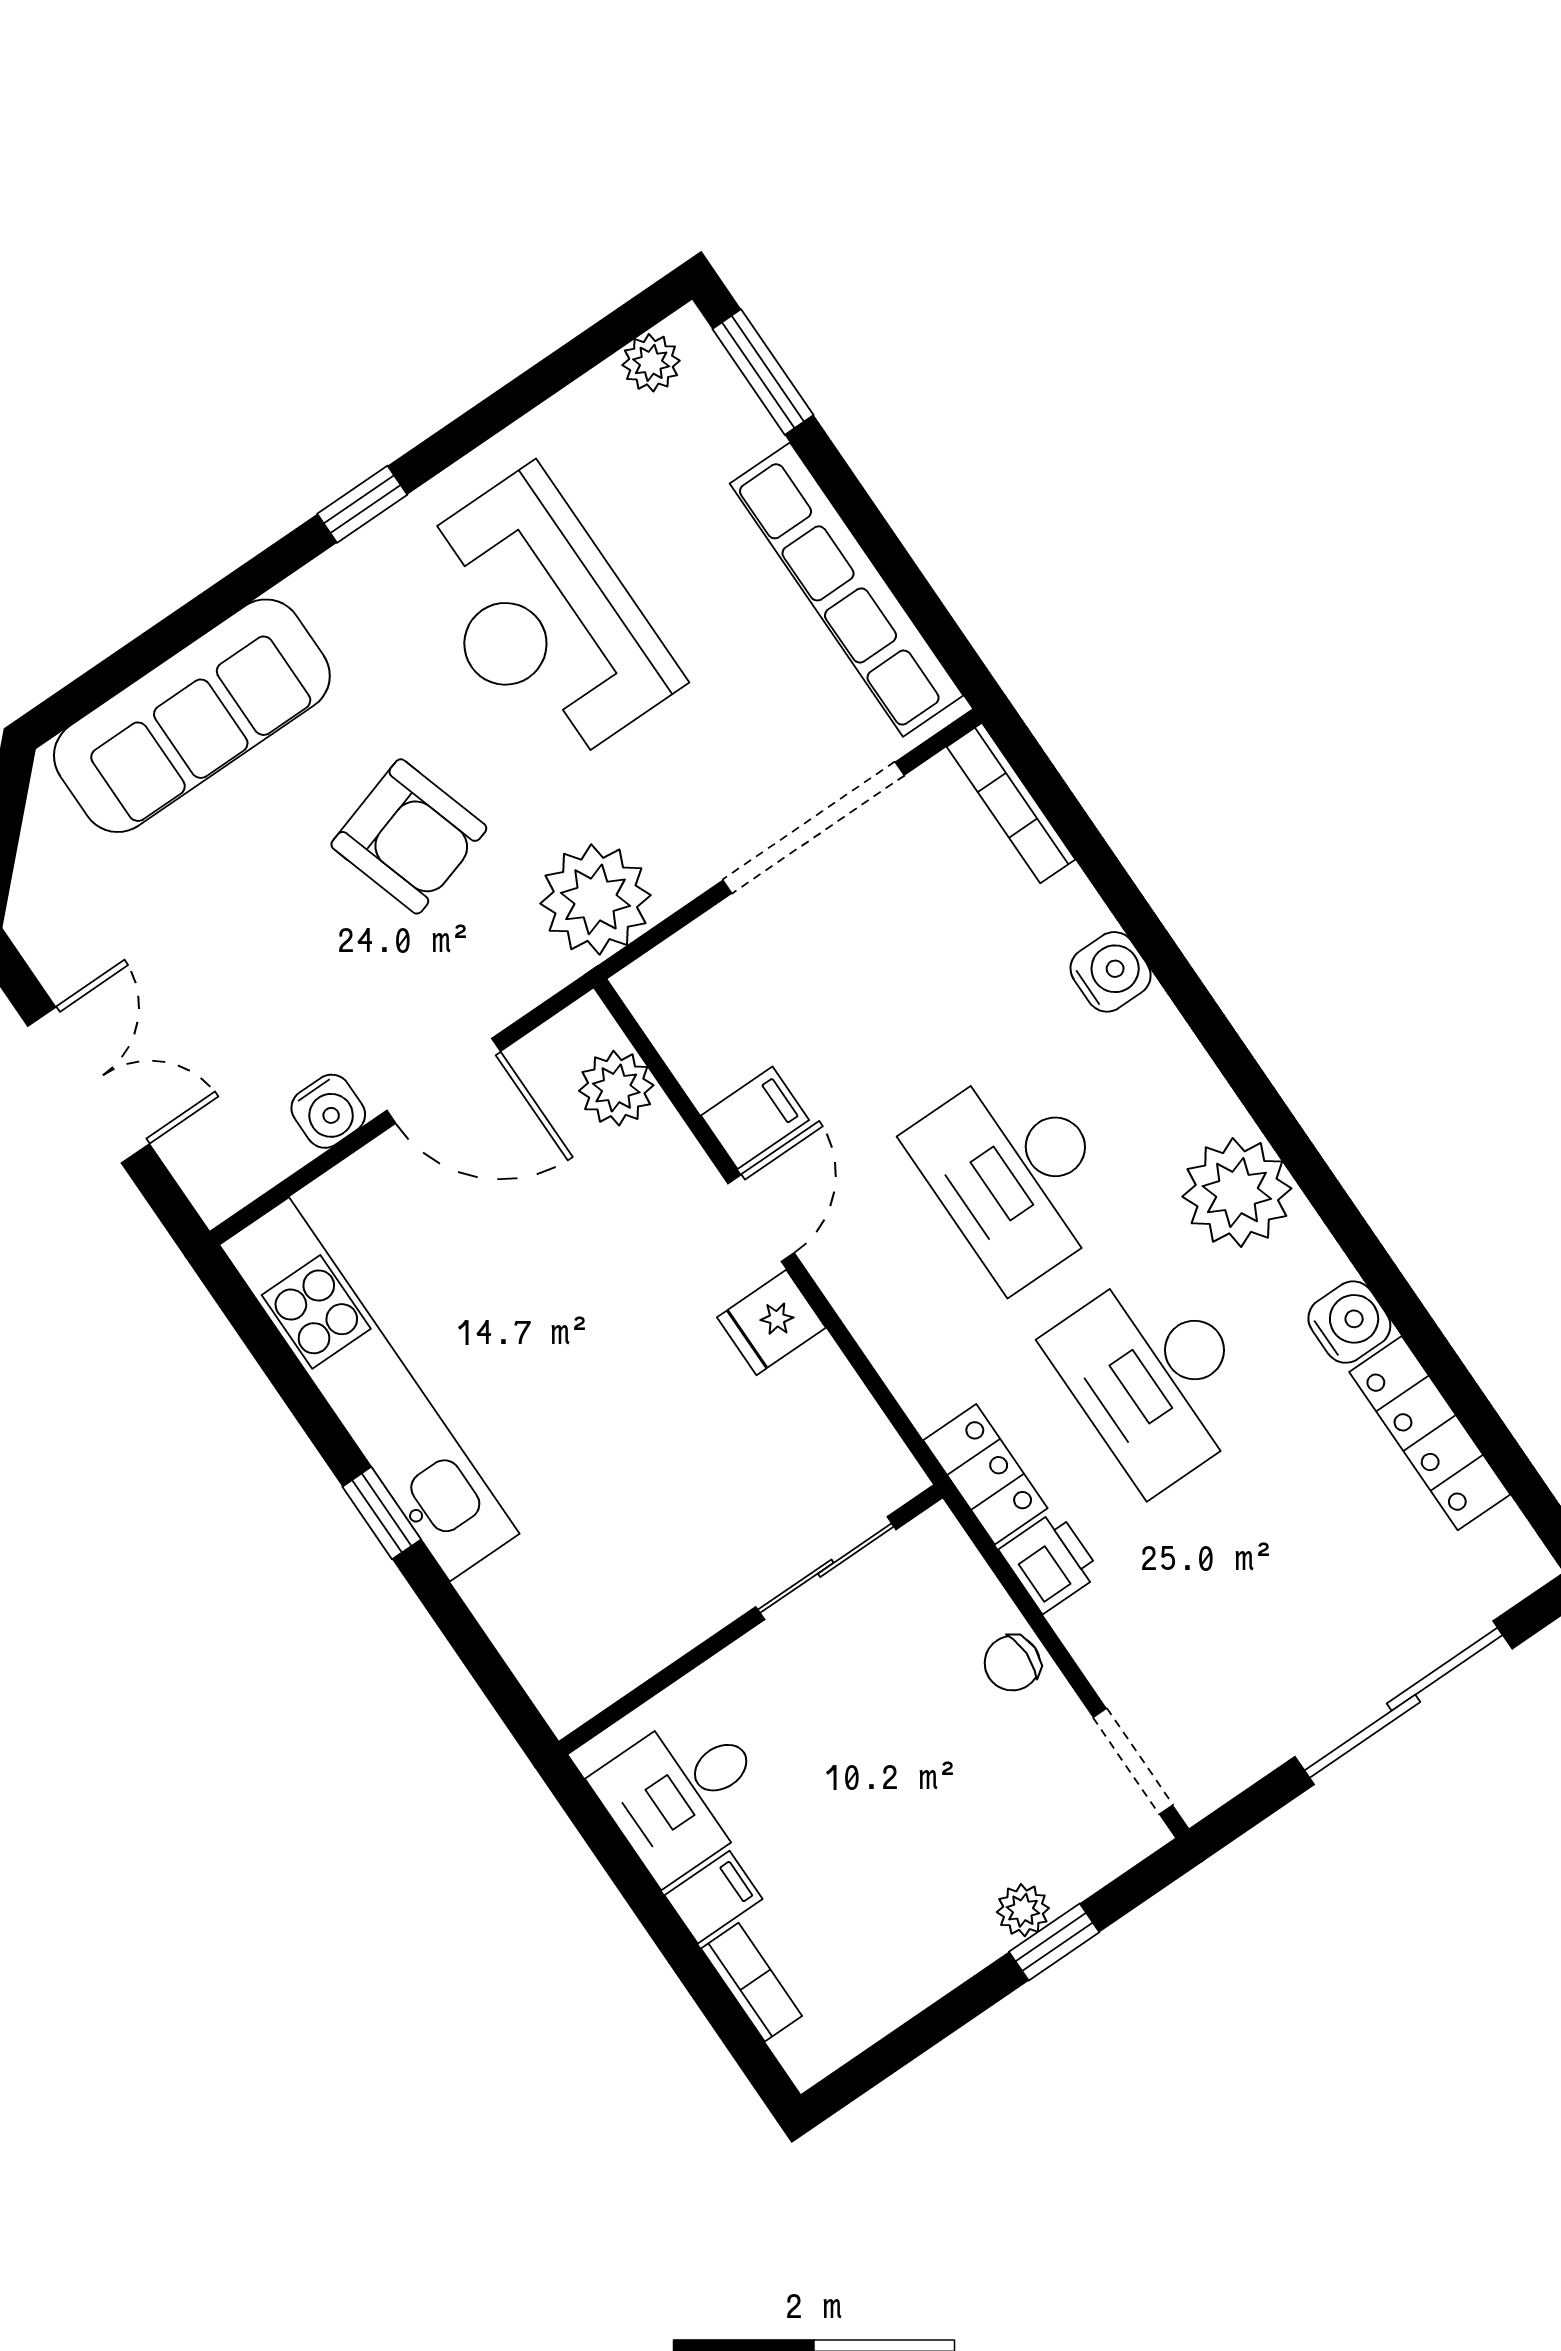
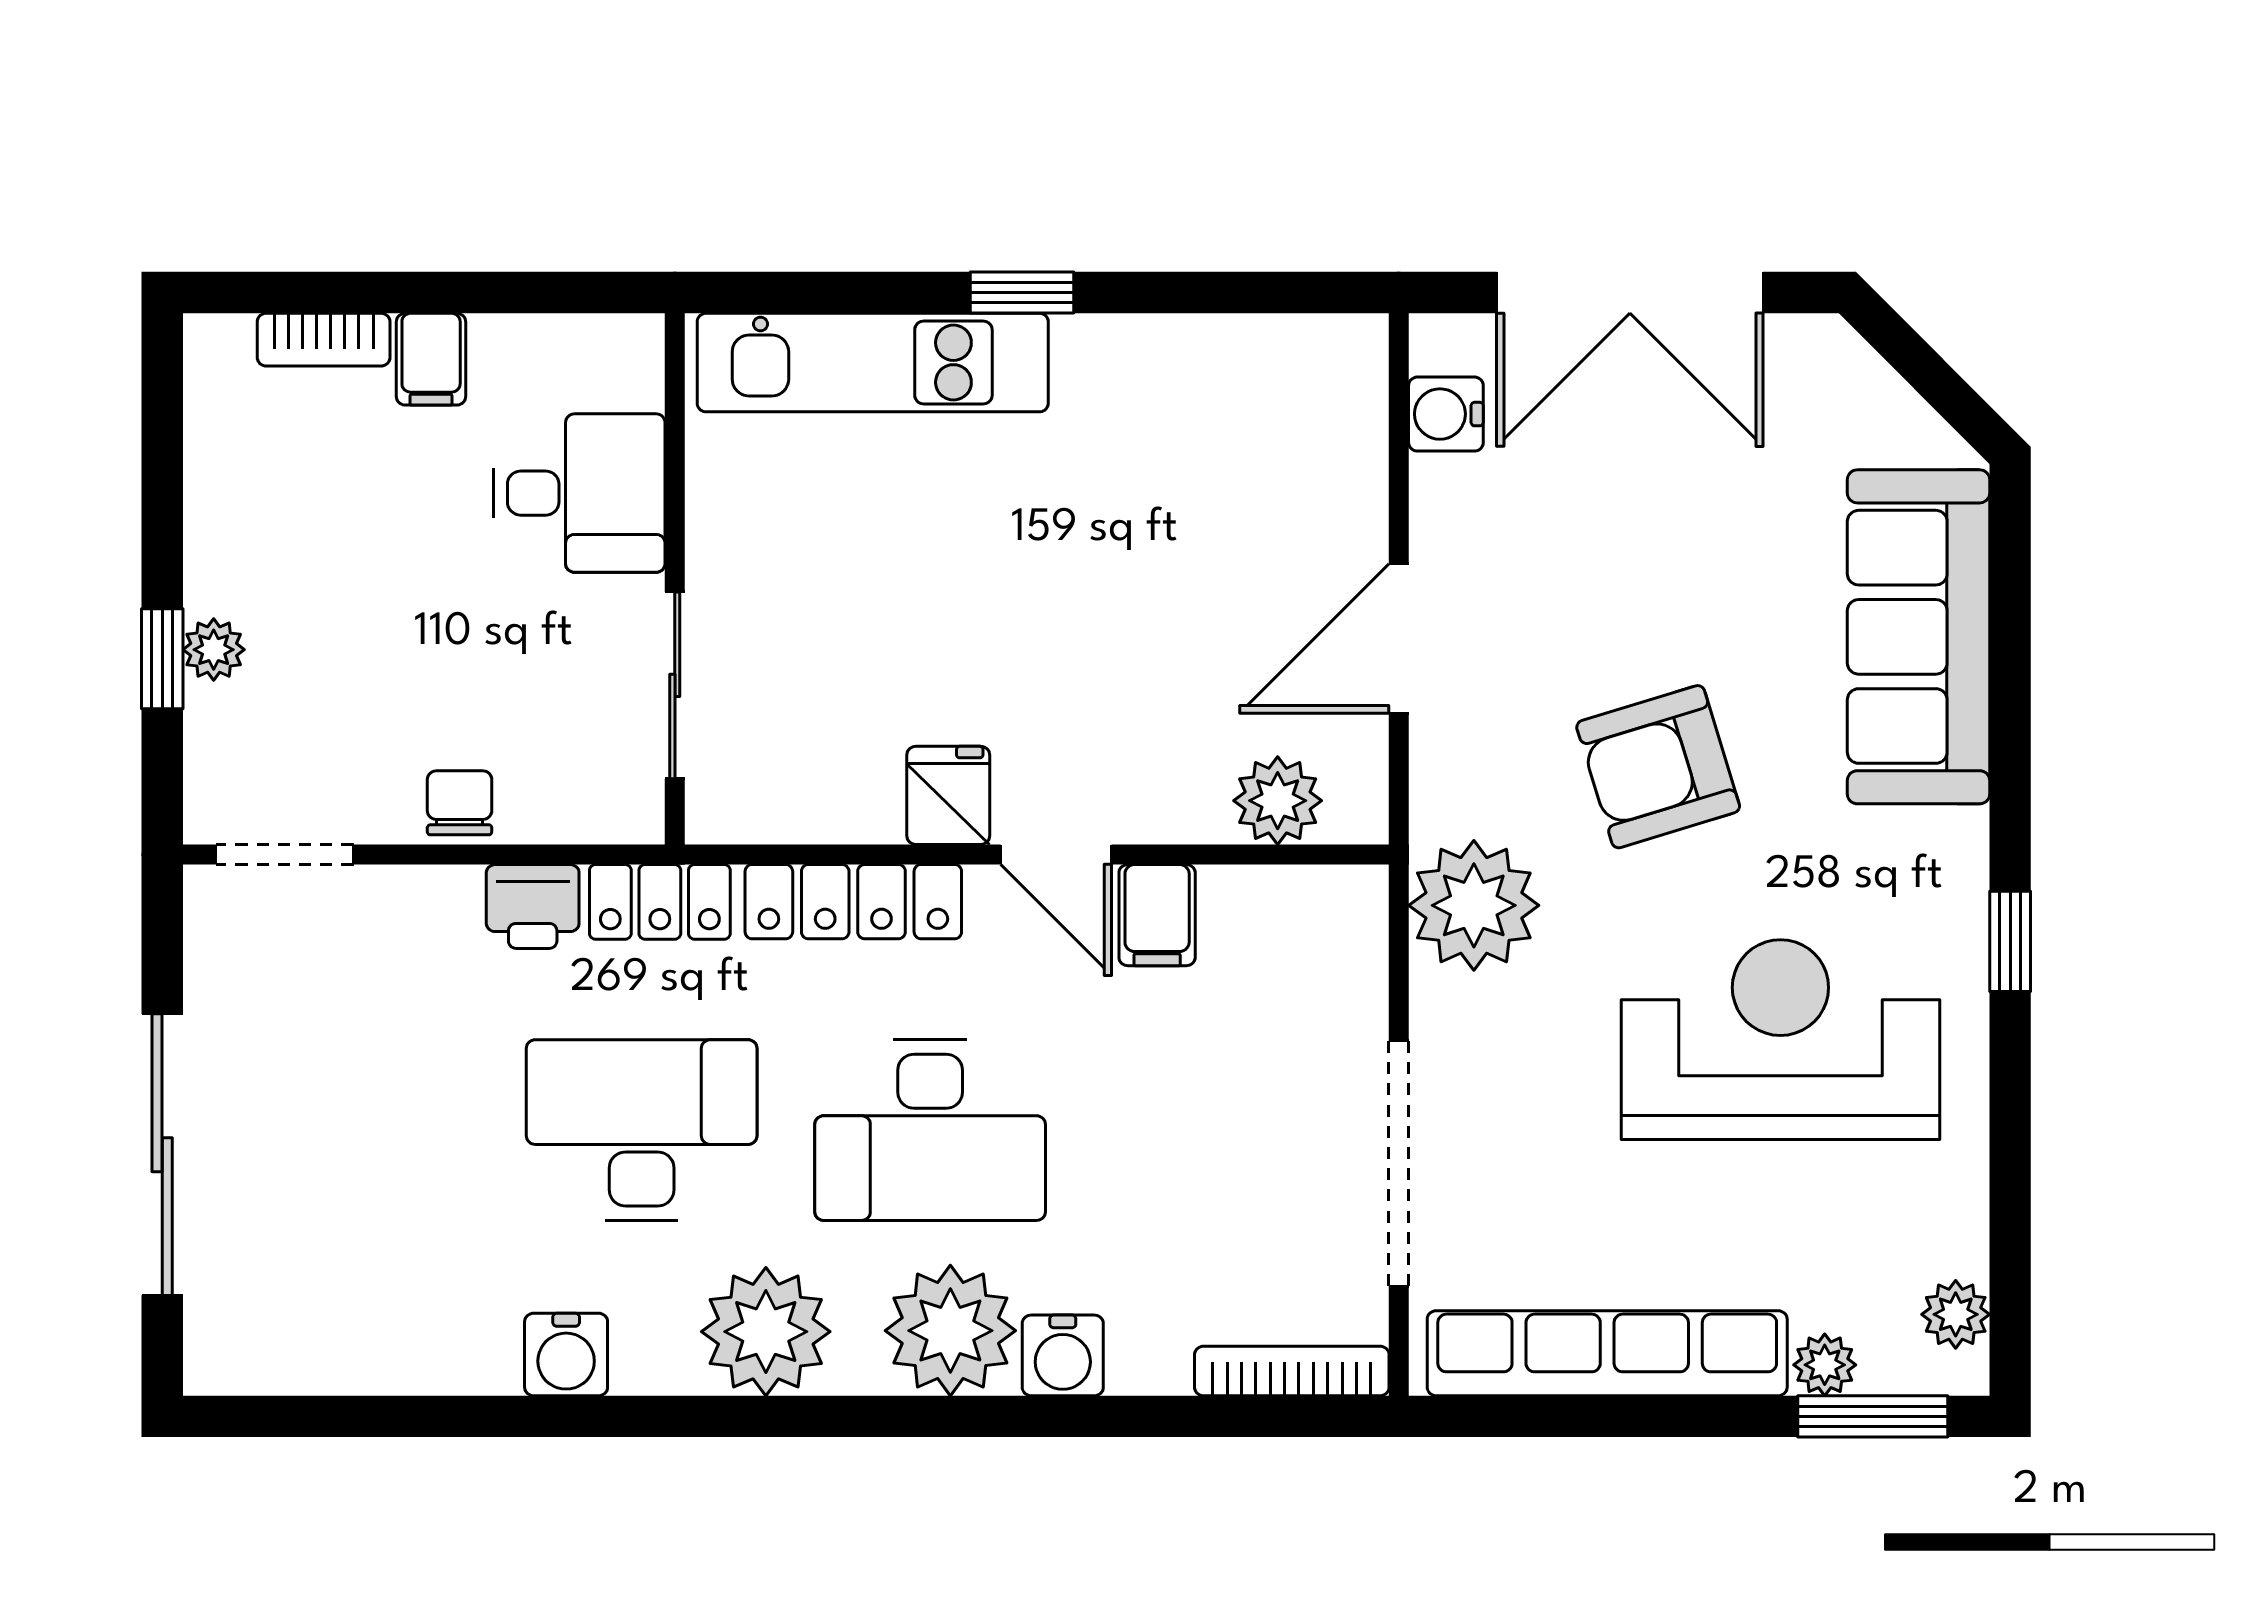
plant: (750, 431) -> (1825, 1365), added
plant: (1147, 1063) -> (950, 1331), added
double door: (89, 1085) -> (1630, 293), width x1.37
water cooler: (328, 1111) -> (1446, 414), moved
desk: (1016, 1174) -> (930, 1130), turned 180
kitchen unit: (369, 1389) -> (873, 363), moved, width x0.73
locker: (1430, 1433) -> (853, 902), moved, turned 180
desk: (683, 1793) -> (579, 493), moved, turned 90

